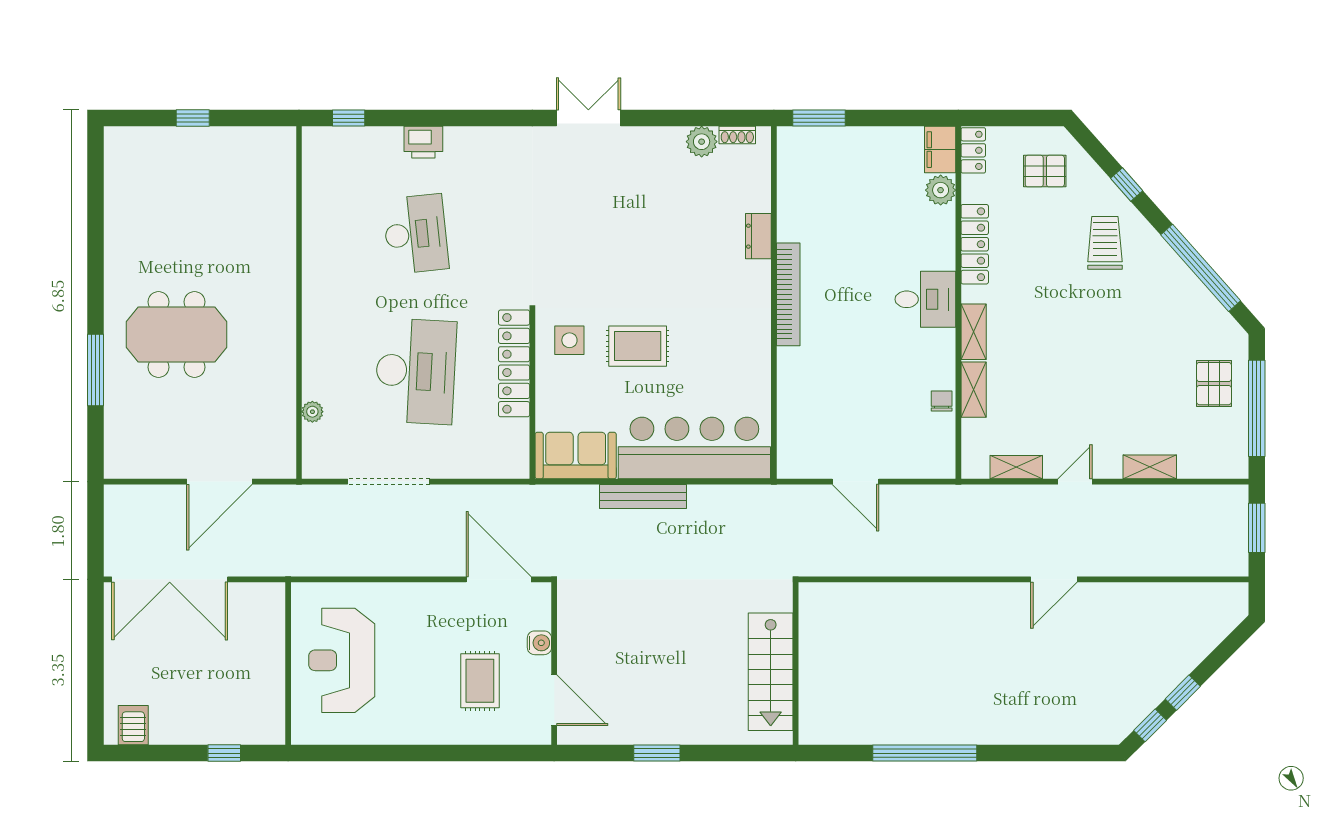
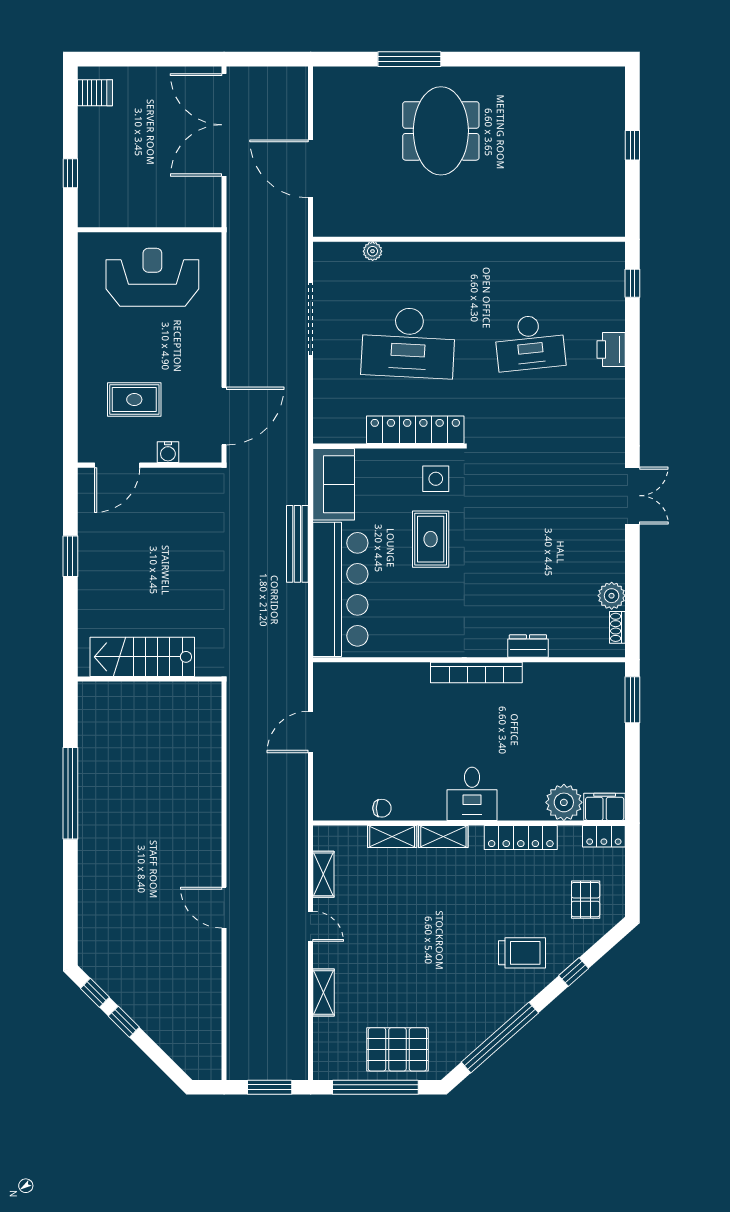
plant: (941, 190) -> (564, 802), width x1.36, depth x1.36
pallet: (1214, 384) -> (397, 1049), width x1.50, depth x1.42

